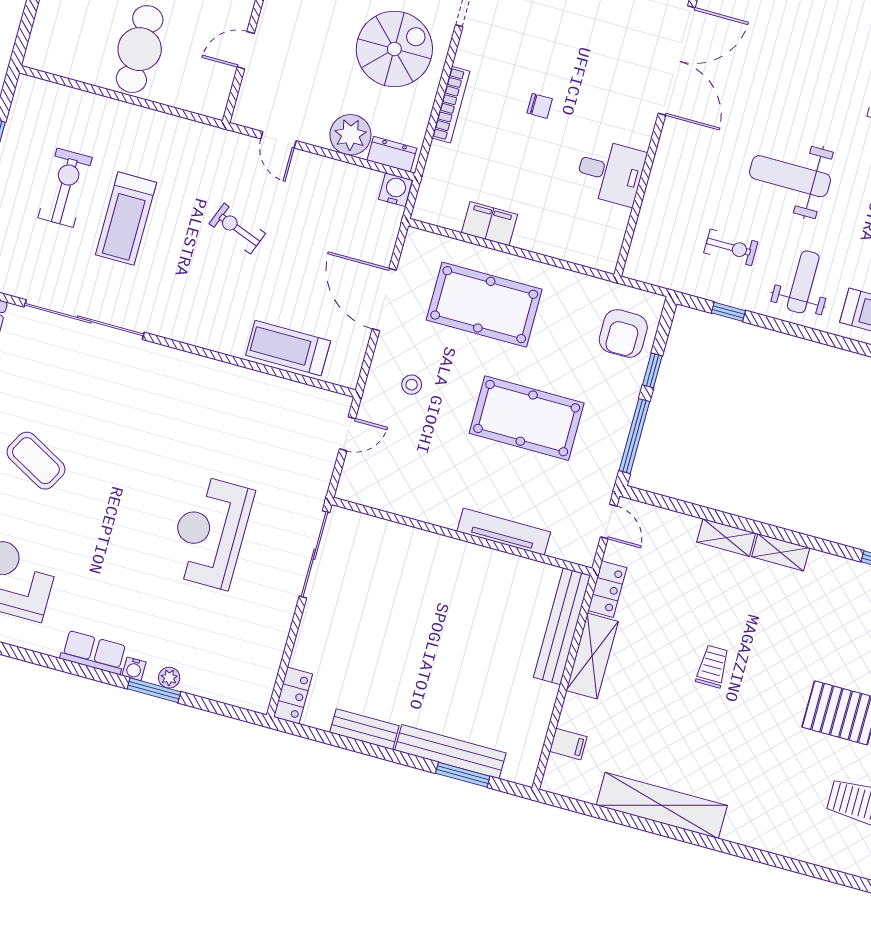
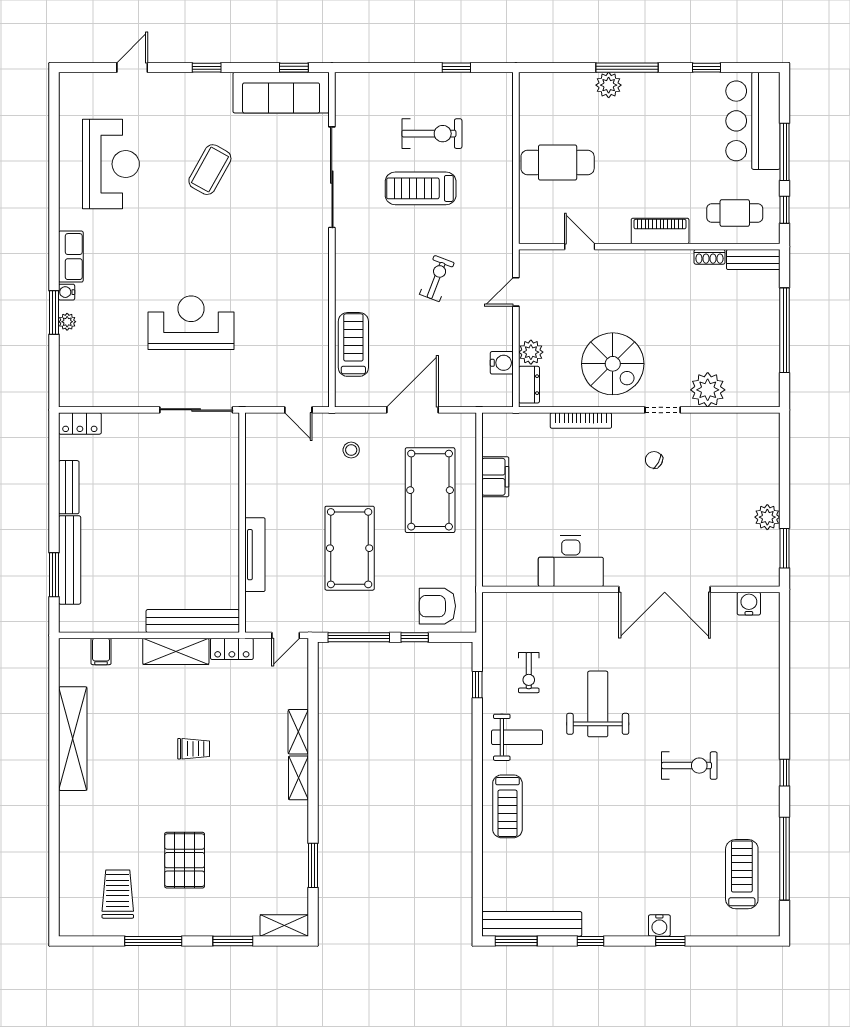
chair: (540, 106) -> (654, 460), moved, turned 118
plant: (350, 135) -> (531, 352), width x0.73, depth x0.73
desk: (610, 172) -> (571, 561), width x1.37
water cooler: (395, 190) -> (502, 363), moved

